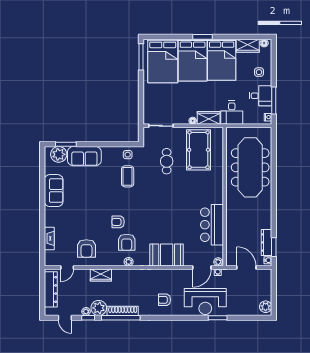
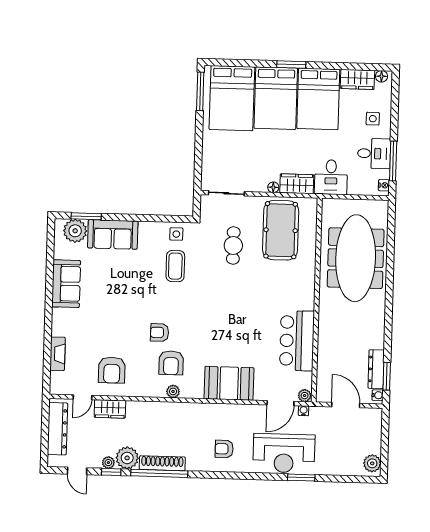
wardrobe: (101, 275) -> (110, 409), moved

